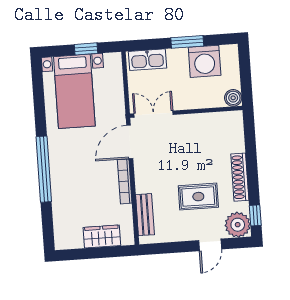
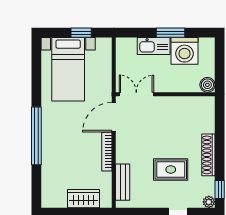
kitchen sink: (147, 60) -> (154, 46), moved
plant: (238, 225) -> (209, 202), width x0.53, depth x0.53

